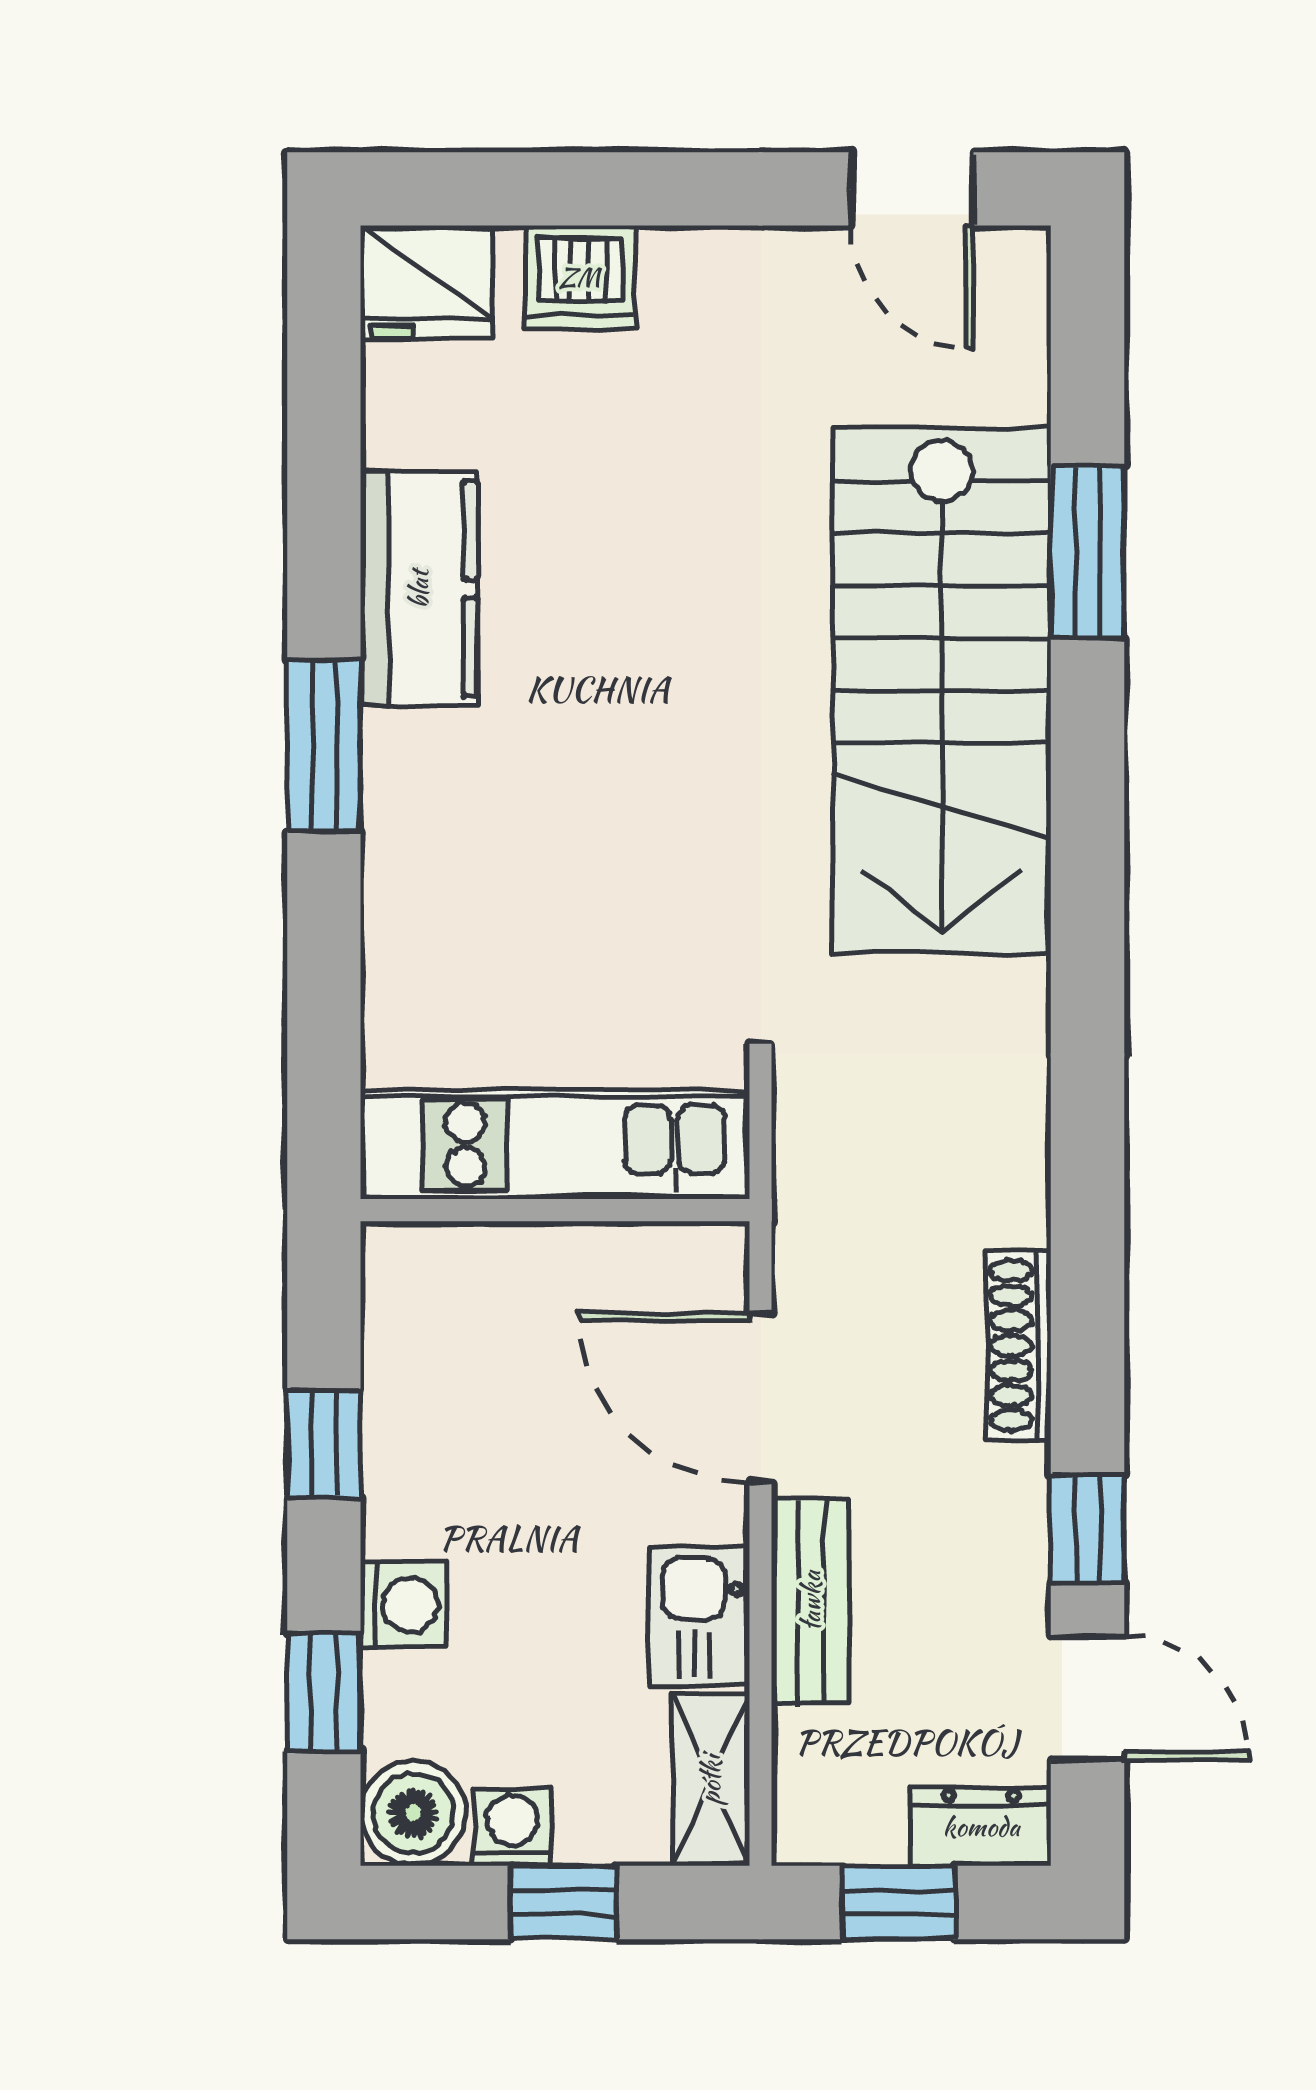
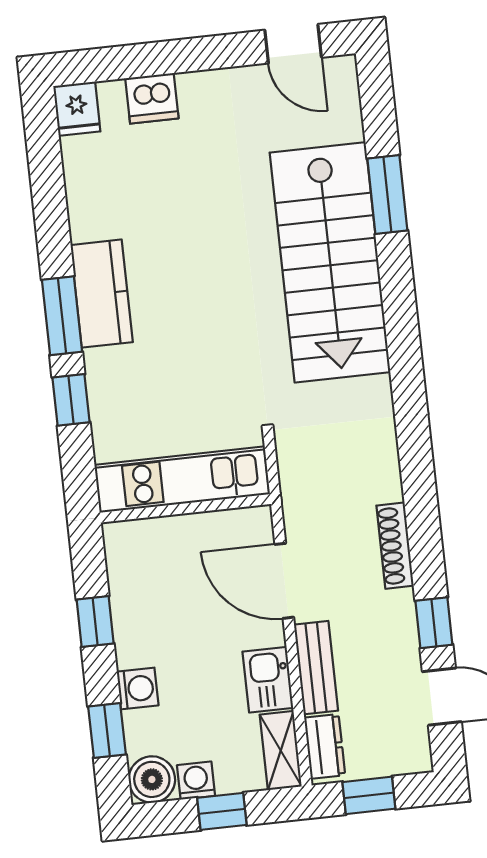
fridge: (427, 282) -> (77, 109), width x0.72
kitchen counter: (419, 589) -> (102, 294), moved
window: (324, 938) -> (71, 400), added
dresser: (981, 1827) -> (325, 746), moved, turned 90

